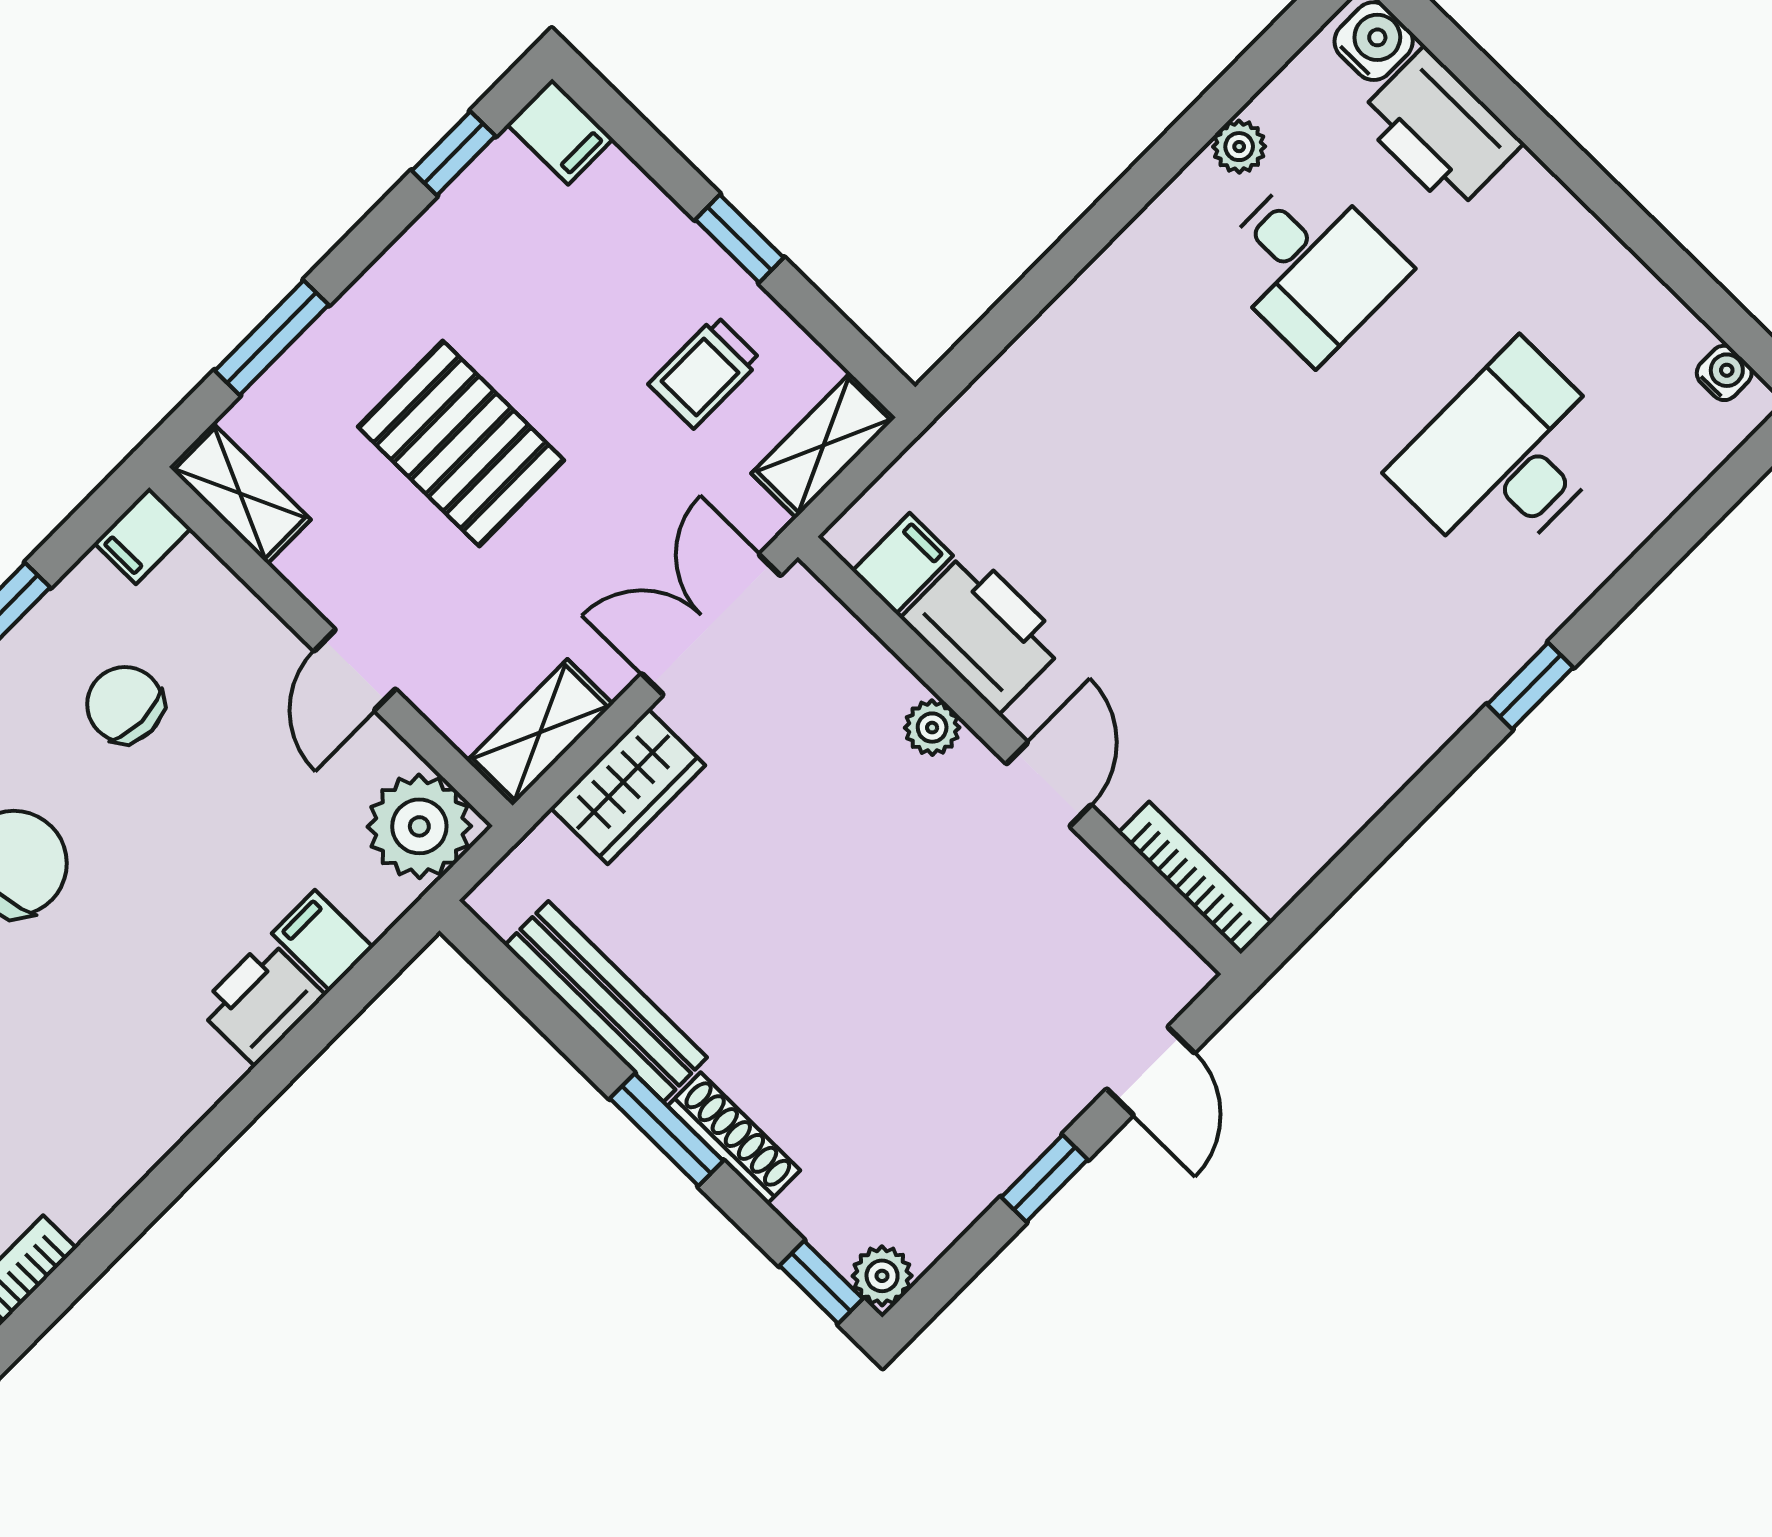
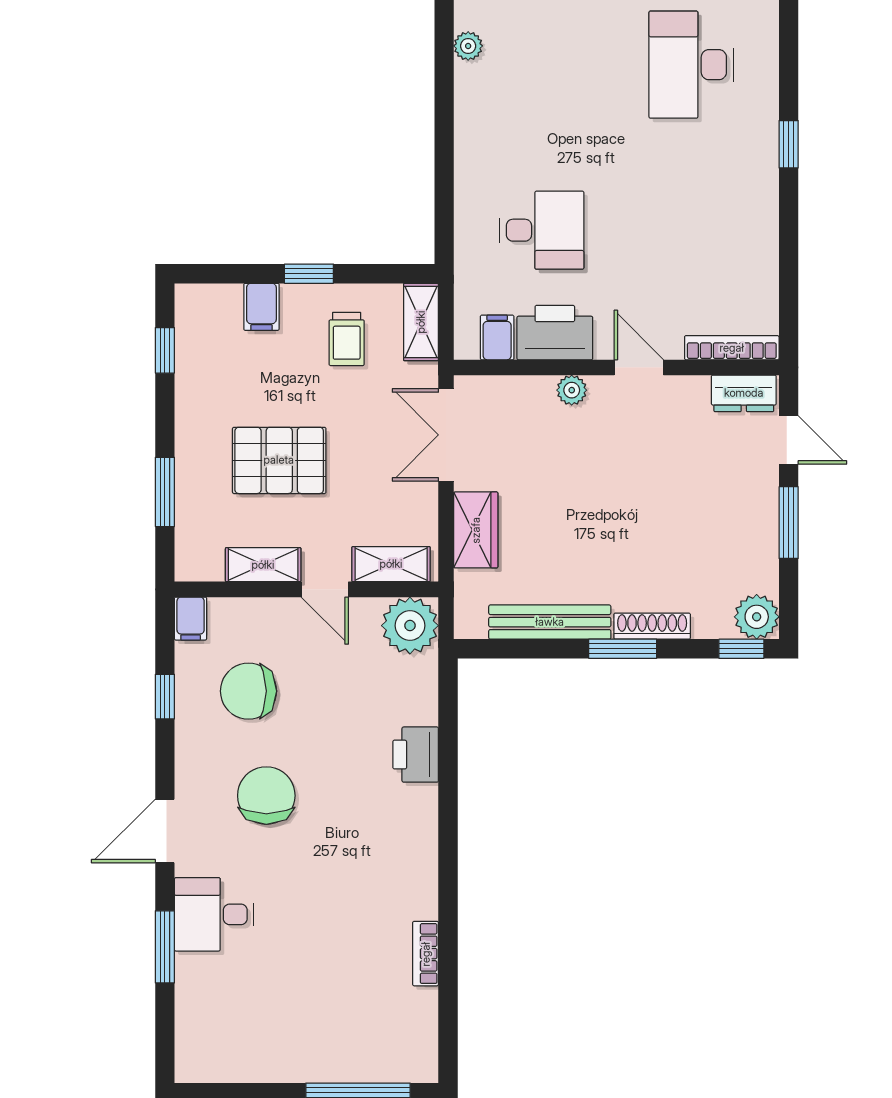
filing cabinet: (560, 132) -> (261, 307), moved, turned 90
desk: (1311, 265) -> (542, 230), moved
shelving: (240, 493) -> (263, 565), moved
chair: (125, 704) -> (248, 691), width x1.37, depth x1.37
shelving: (540, 732) -> (391, 564), moved, turned 90
filing cabinet: (322, 940) -> (416, 707), removed
dresser: (1152, 953) -> (744, 393), added
window: (1045, 1178) -> (789, 523), width x1.50
plant: (882, 1276) -> (757, 617), width x1.38, depth x1.38

